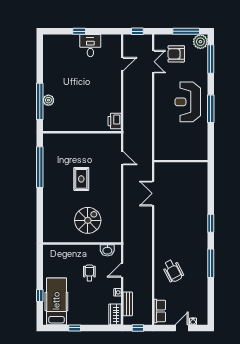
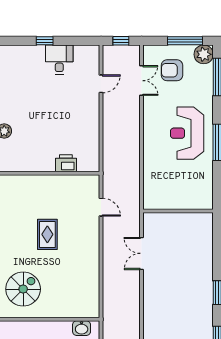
printer: (115, 121) -> (66, 163), moved, turned 90
spiral stairs: (88, 220) -> (23, 289), moved

